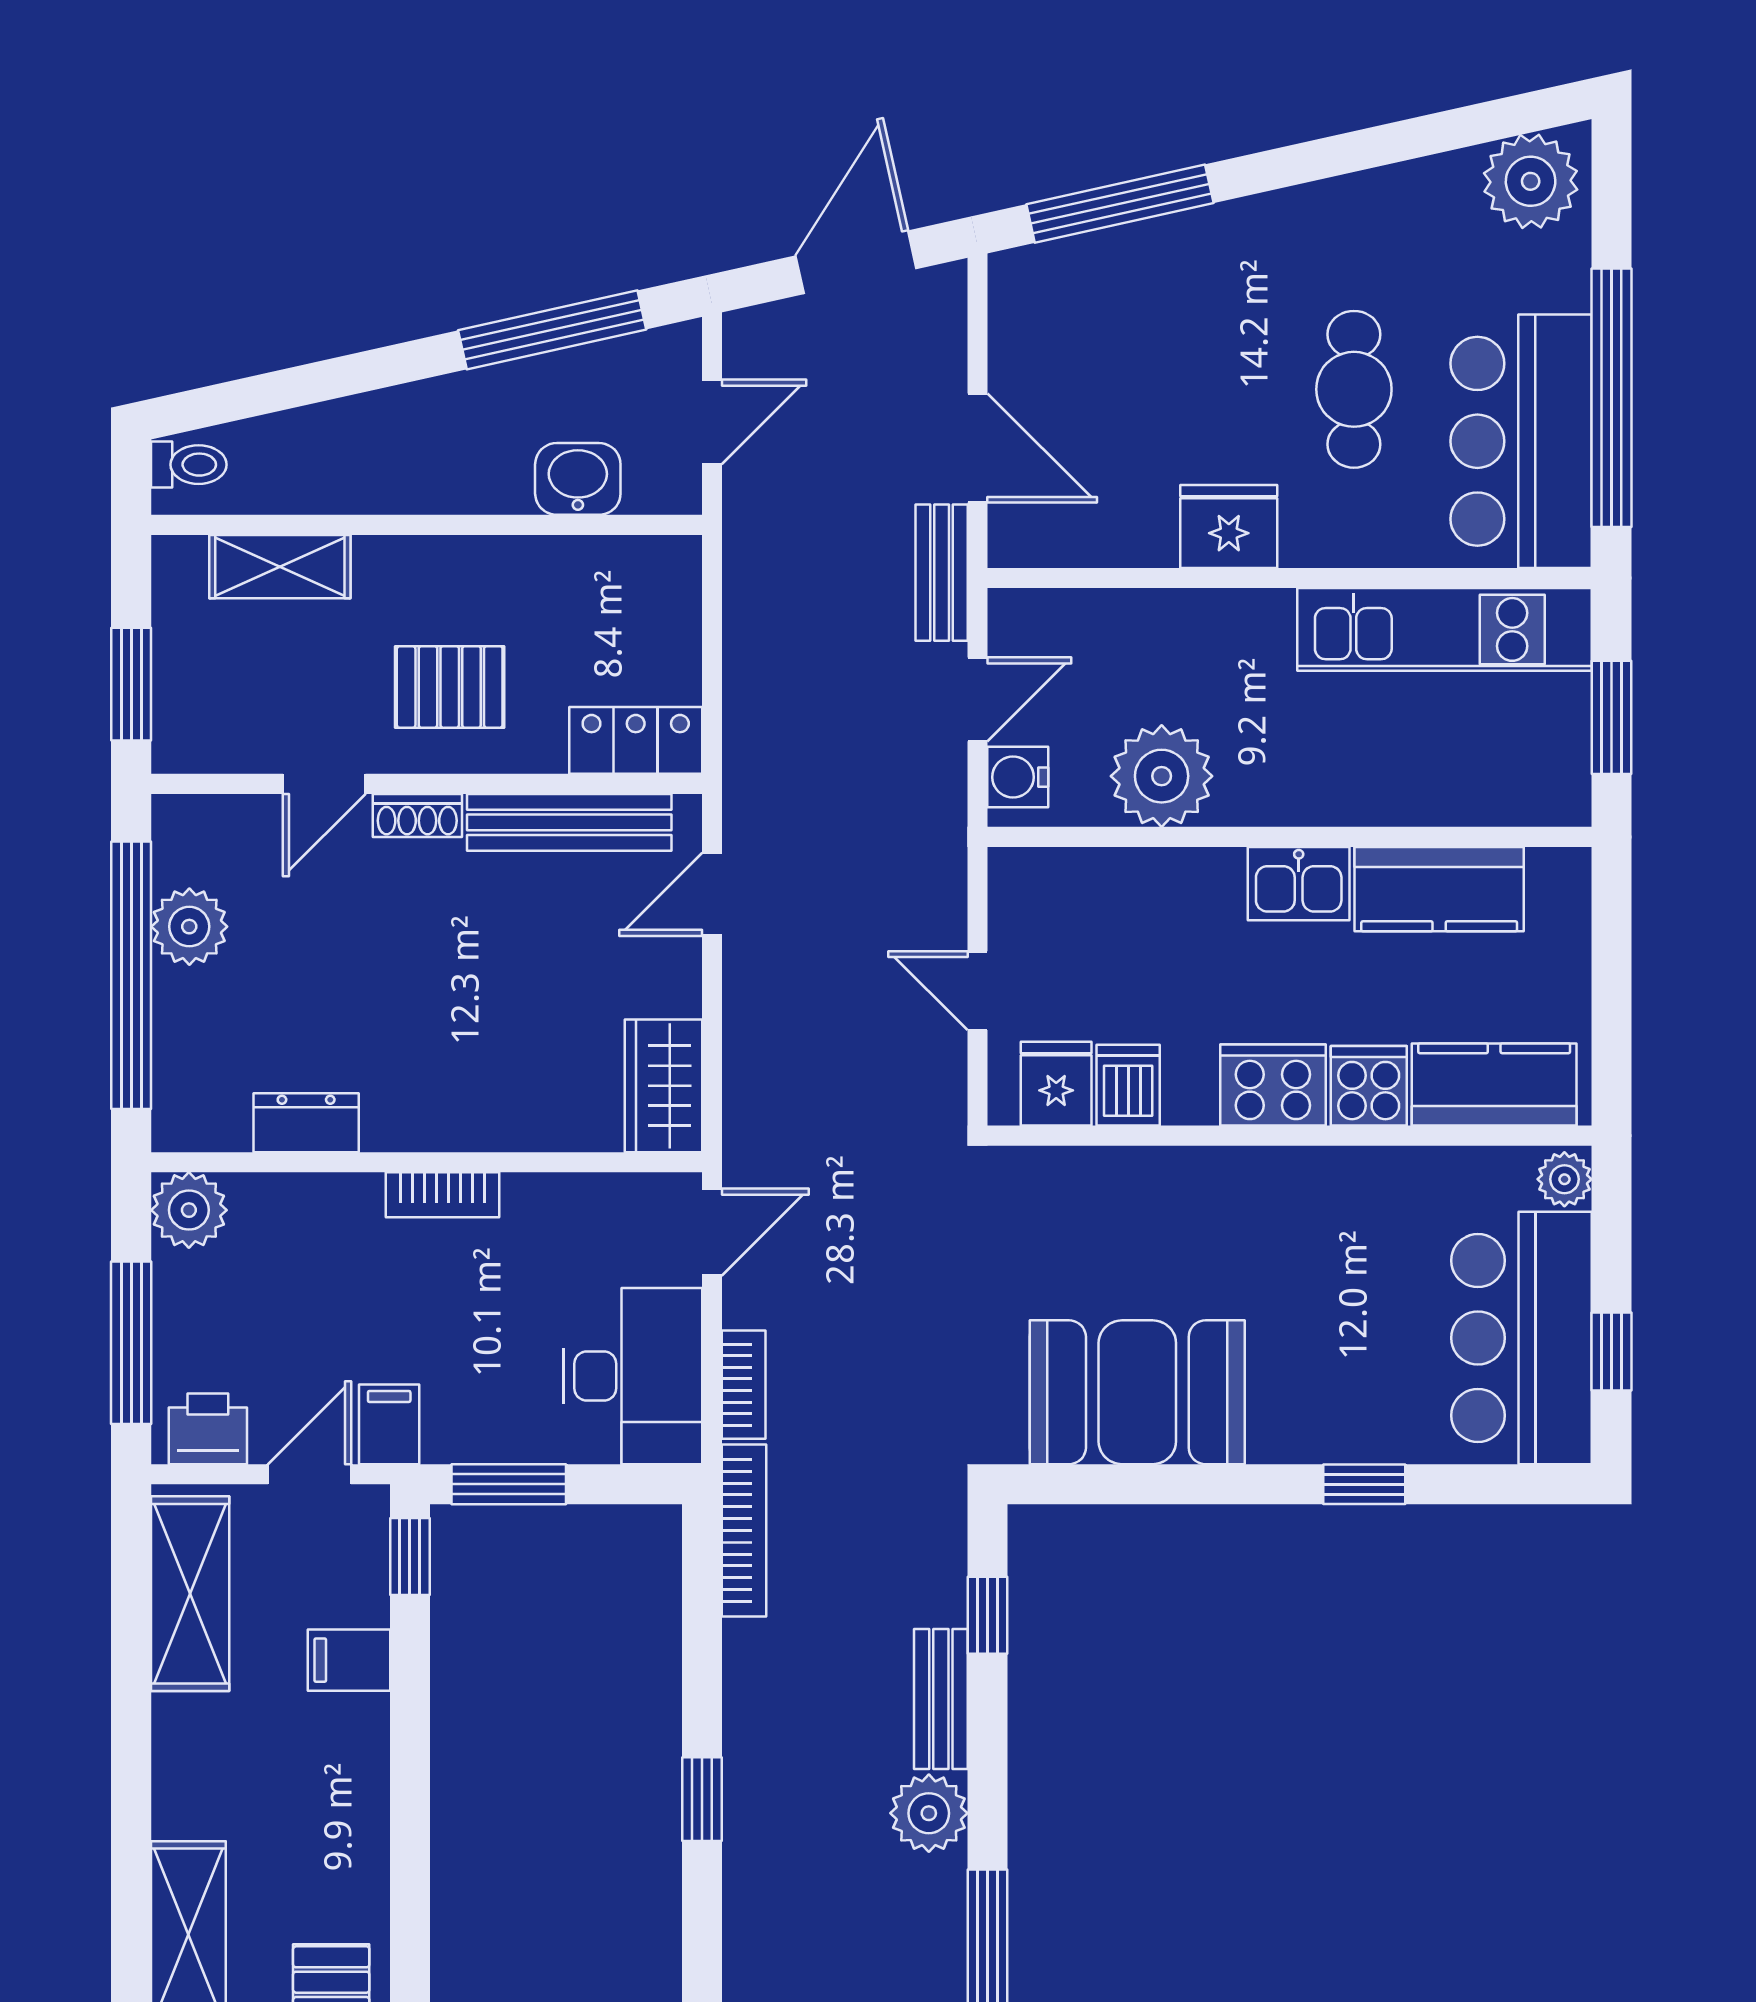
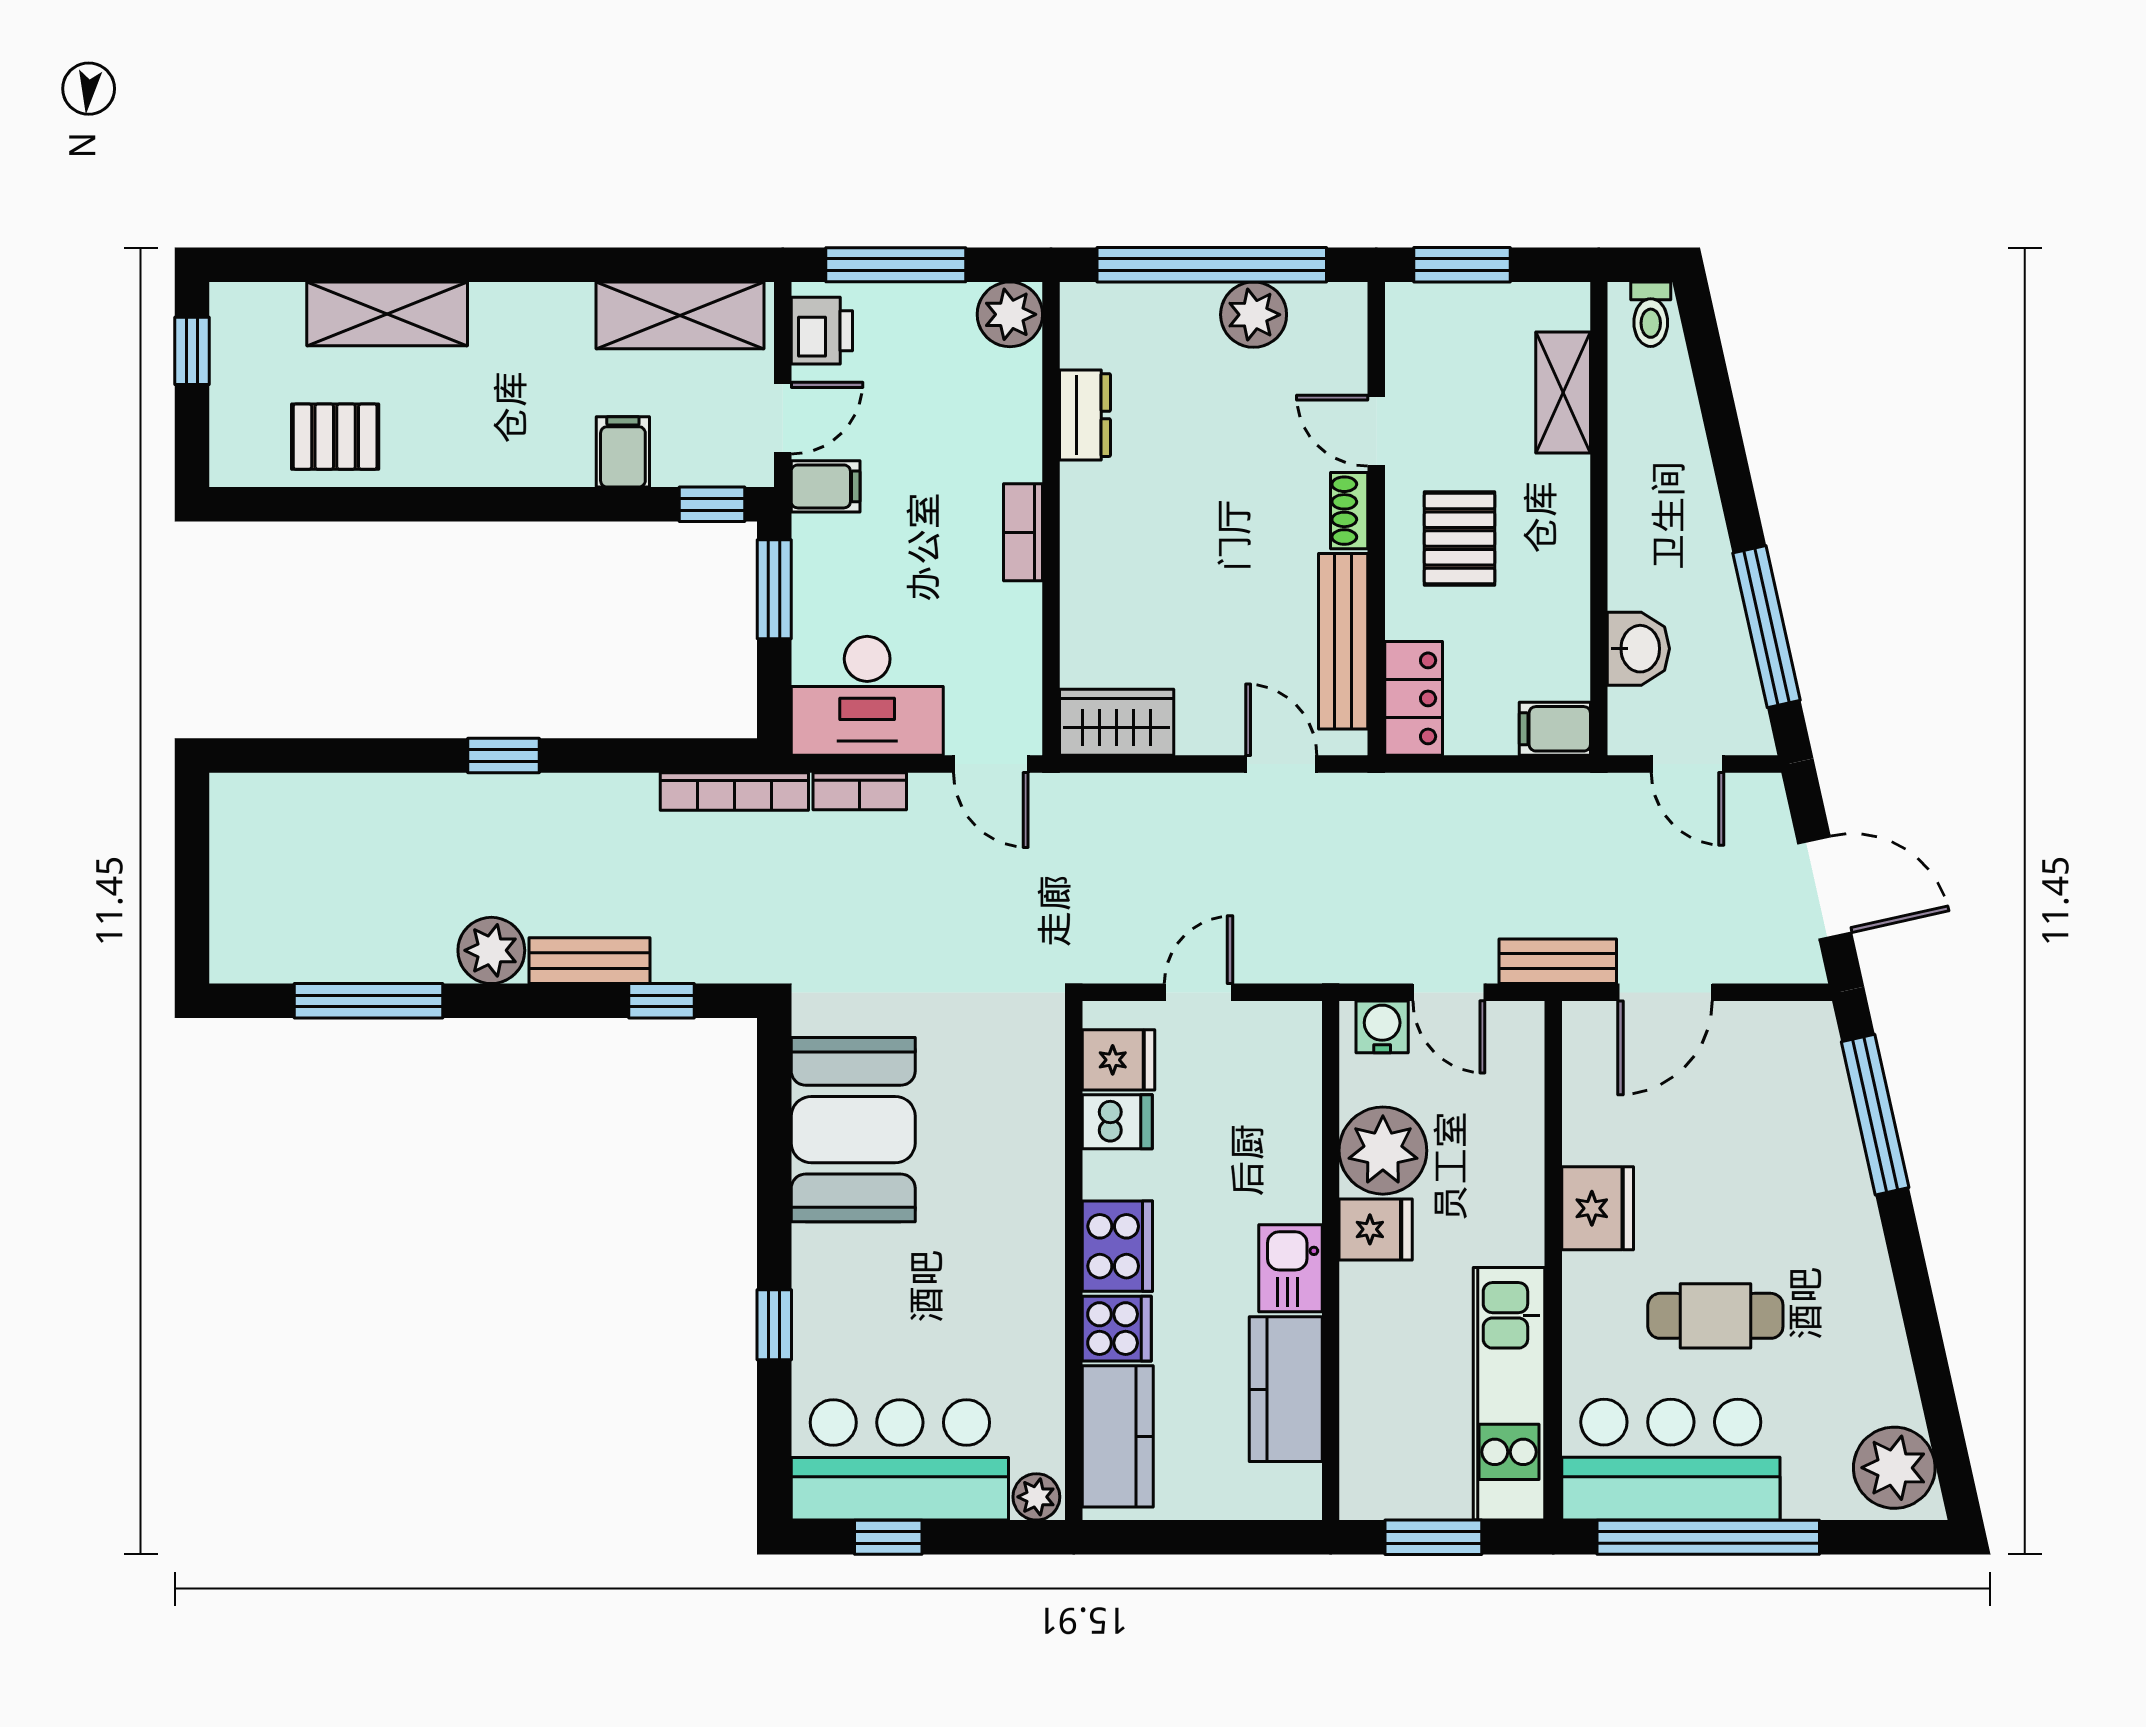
filing cabinet: (671, 576) -> (1555, 729), added
fridge: (1253, 785) -> (1376, 1229), added
door: (310, 1474) -> (783, 418), hinge flipped

